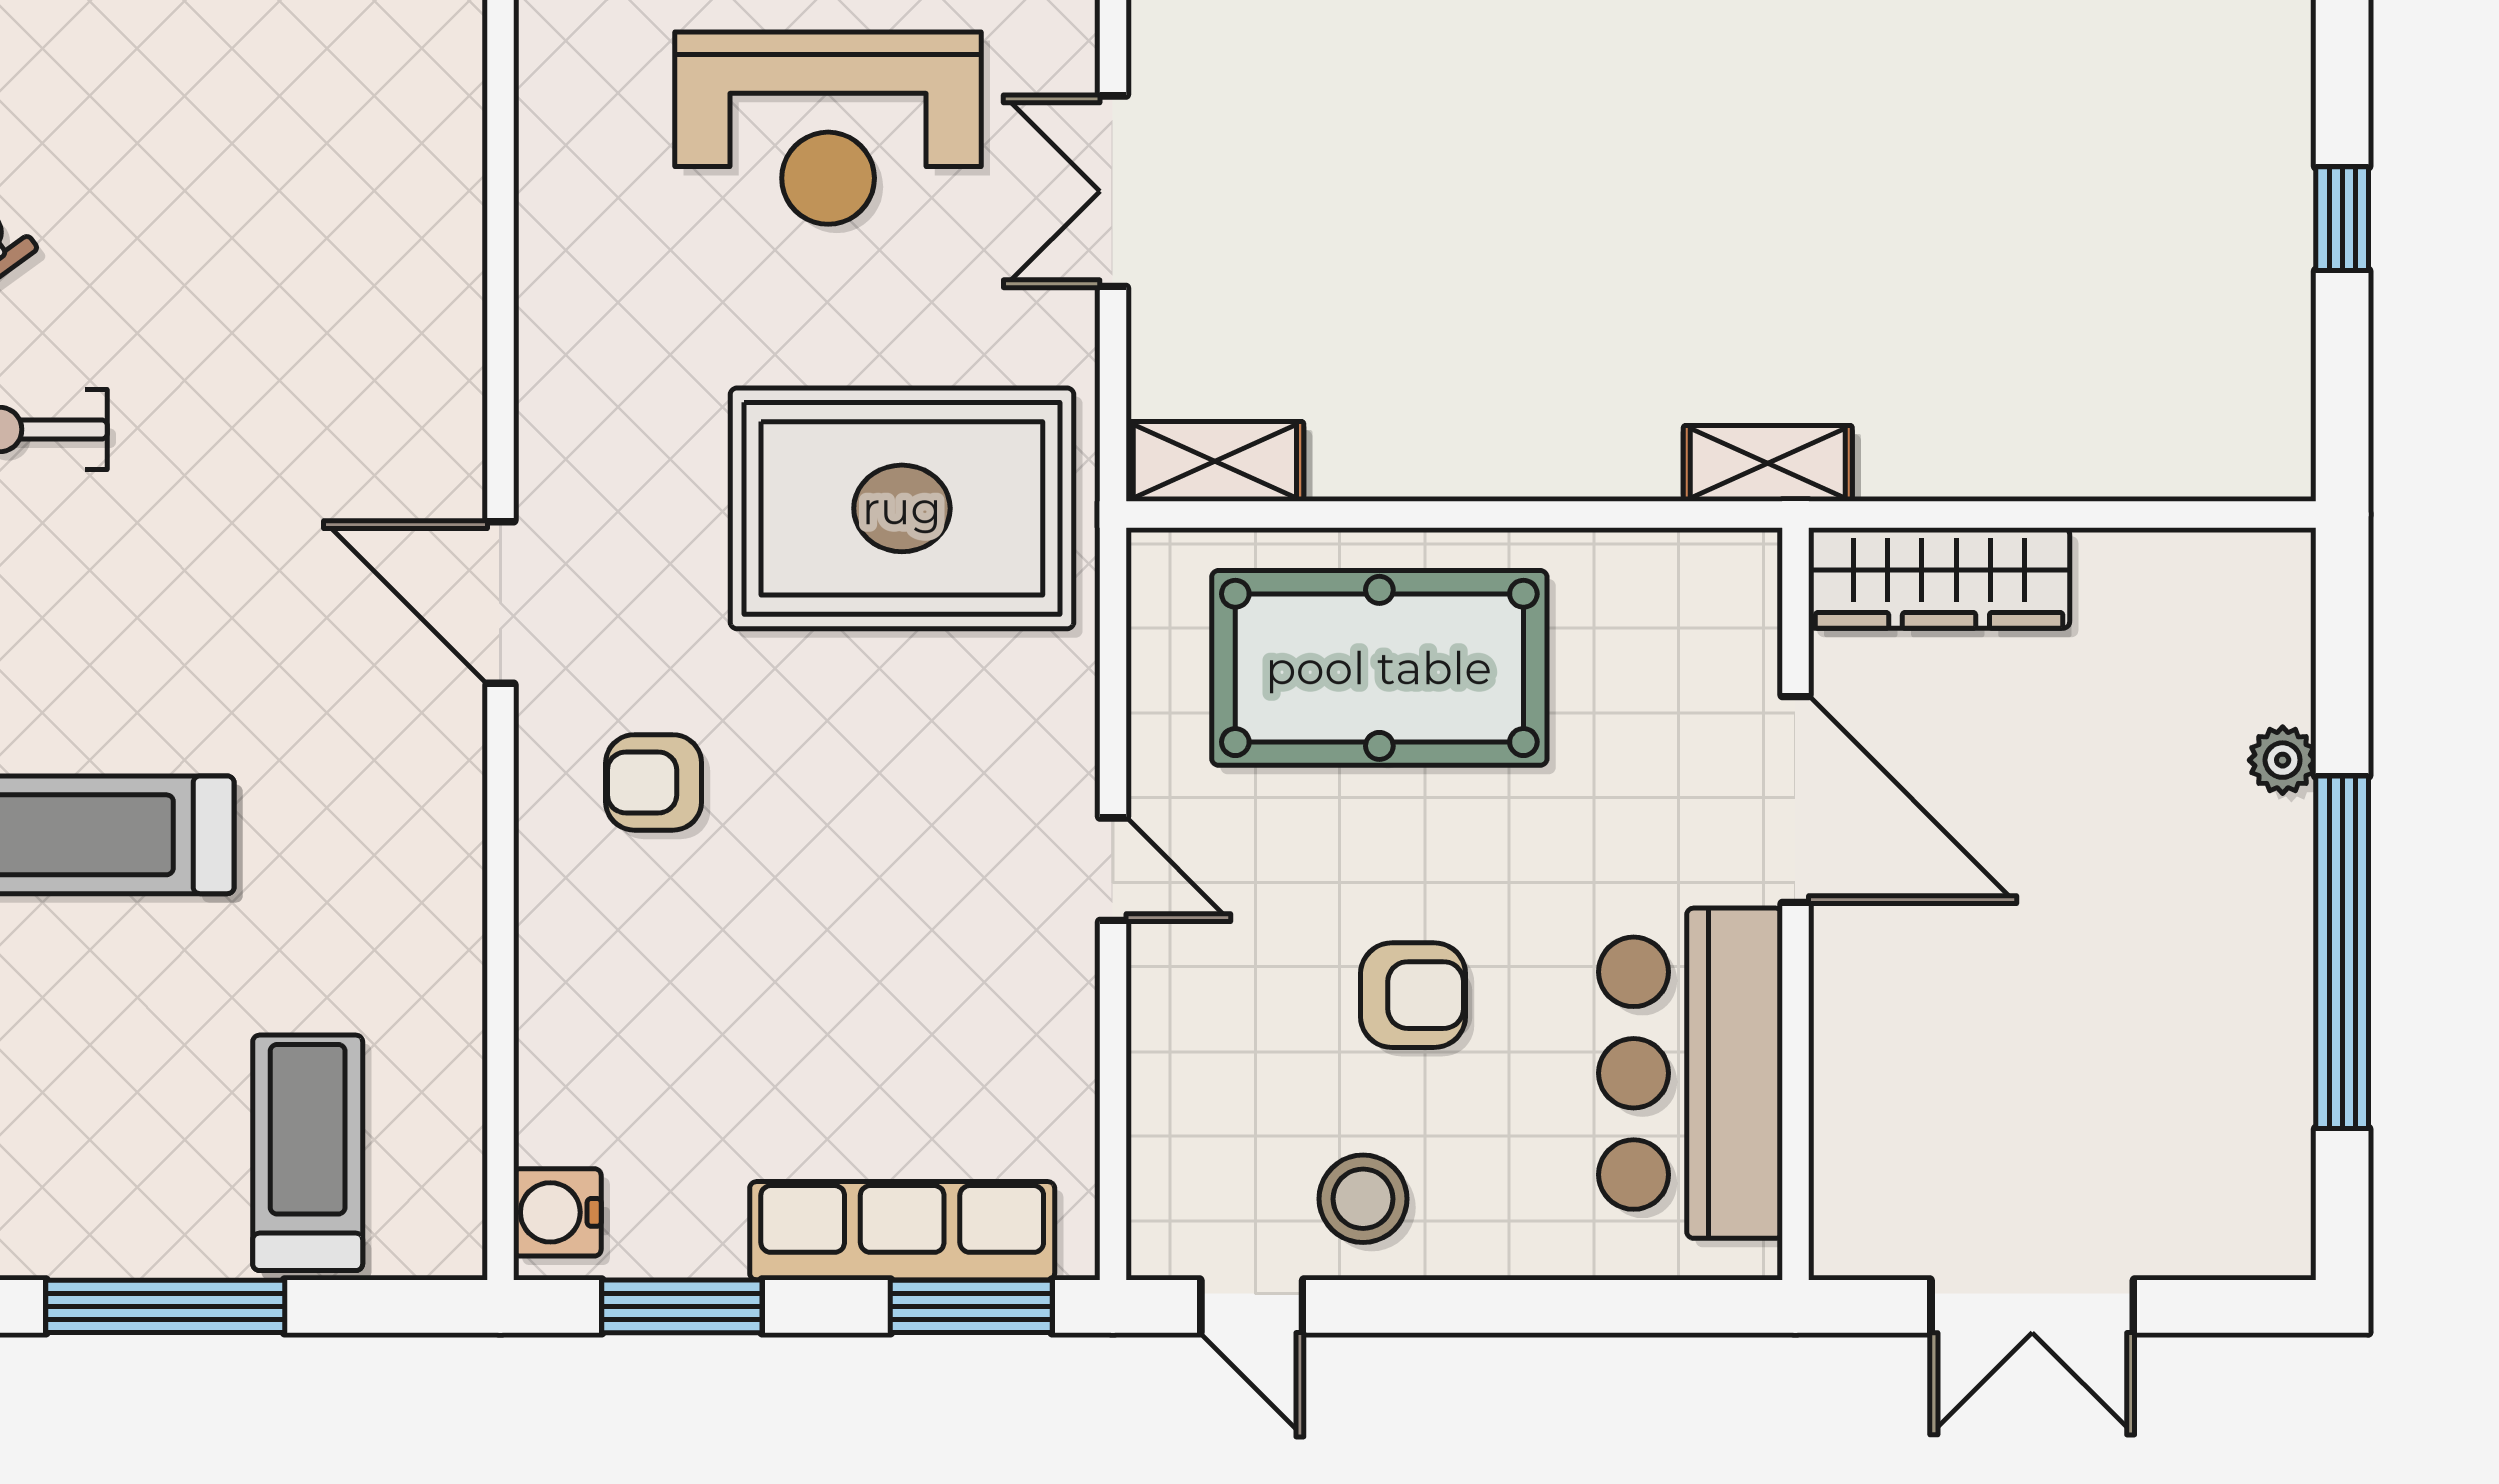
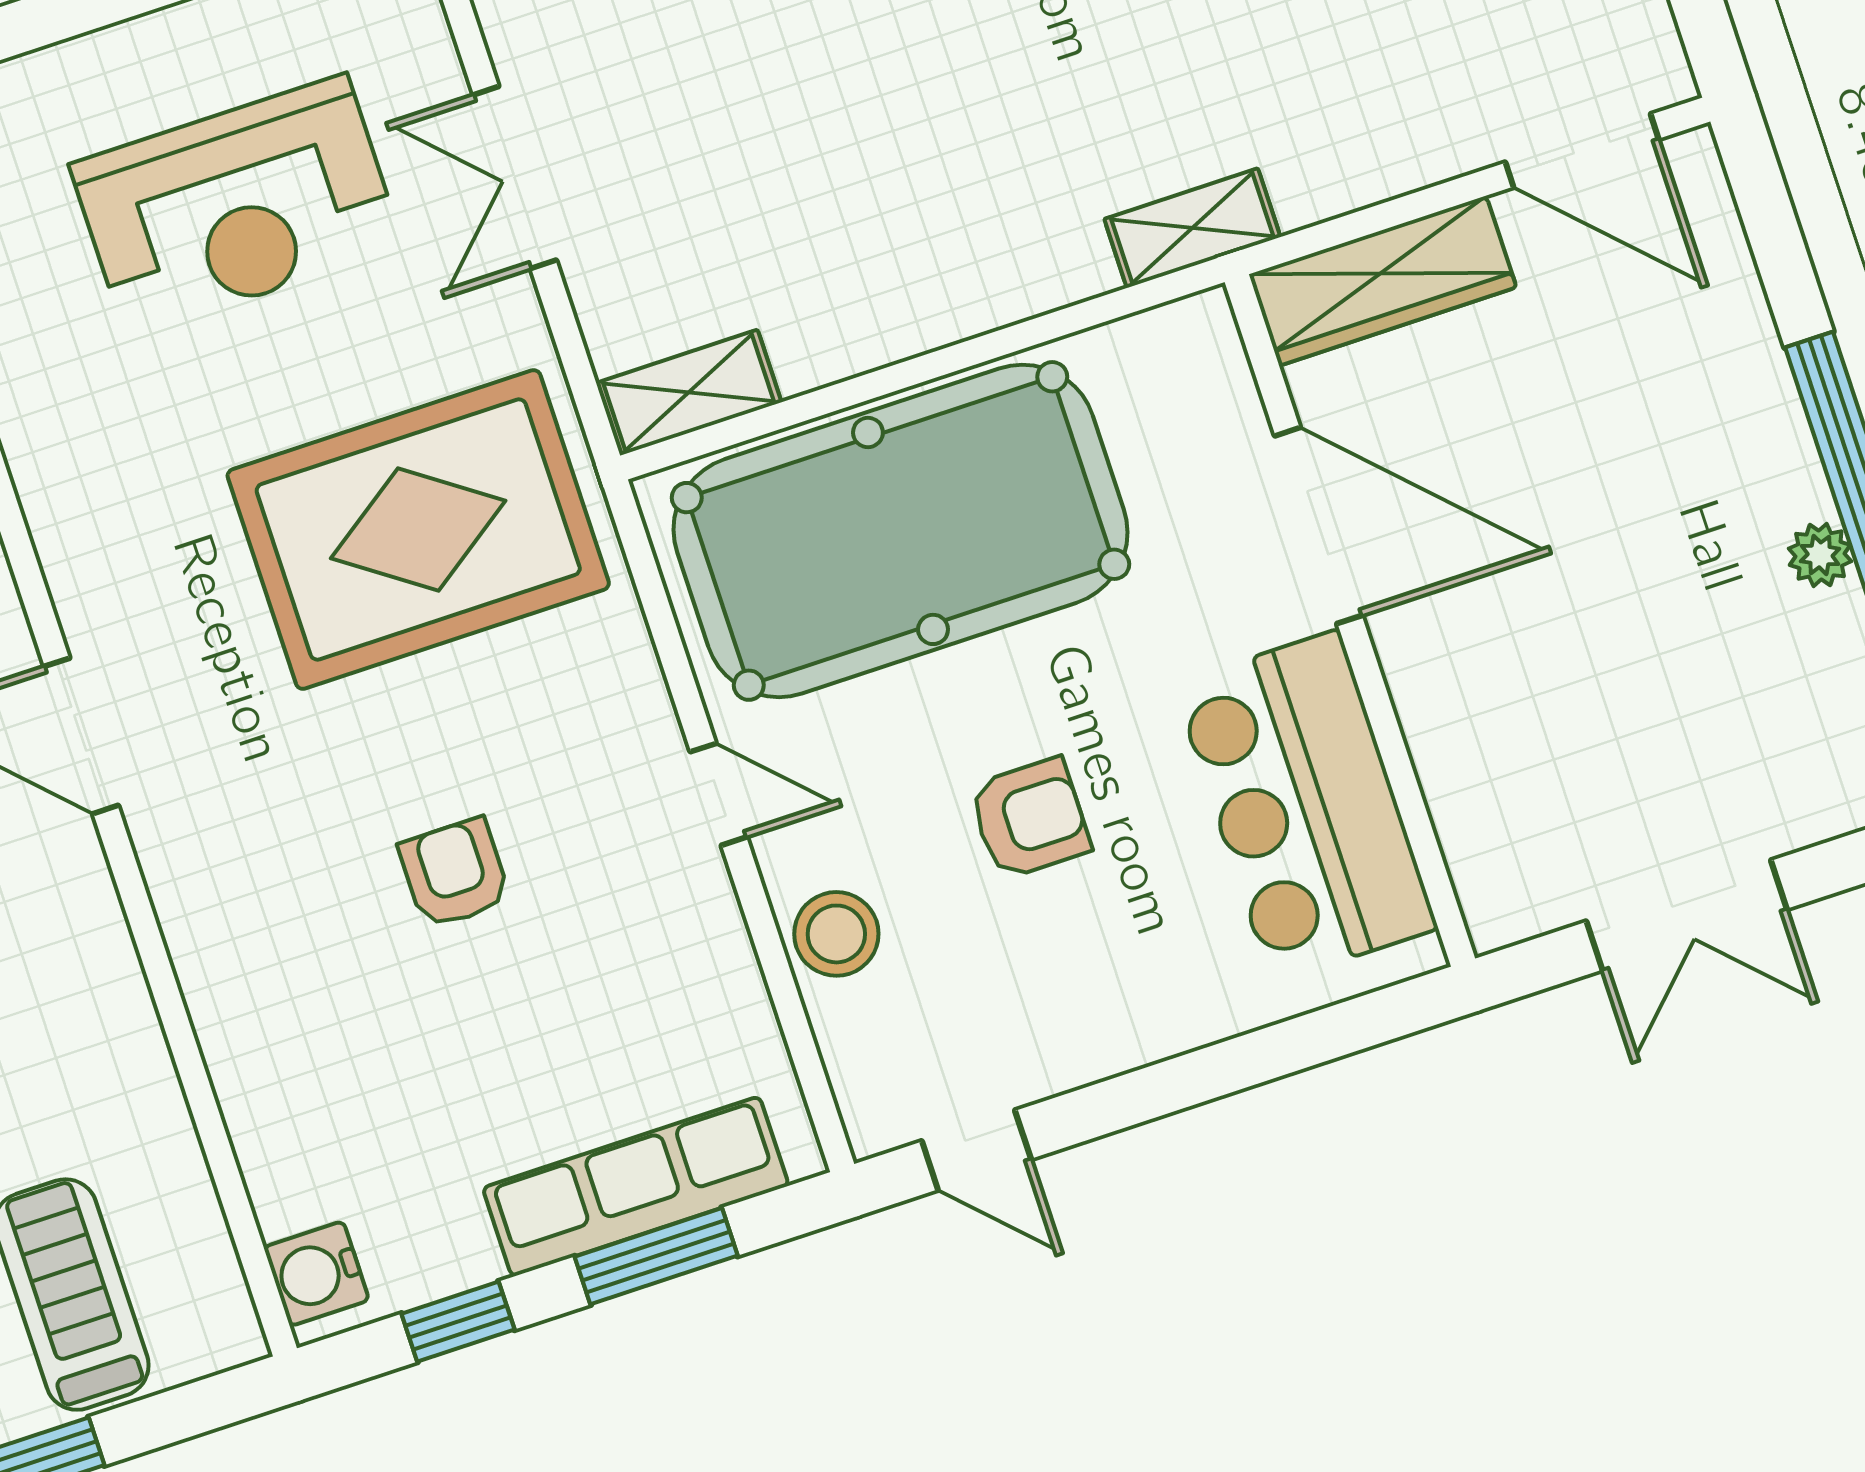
door: (2179, 514) -> (1582, 151), added
pool table: (1379, 668) -> (900, 531), width x1.36, depth x1.32
plant: (2283, 760) -> (1820, 555), moved
armchair: (654, 782) -> (455, 873), moved, turned 90
stool: (1363, 1199) -> (836, 934), moved
window: (682, 1306) -> (458, 1322), width x0.67
window: (971, 1306) -> (656, 1256), moved

